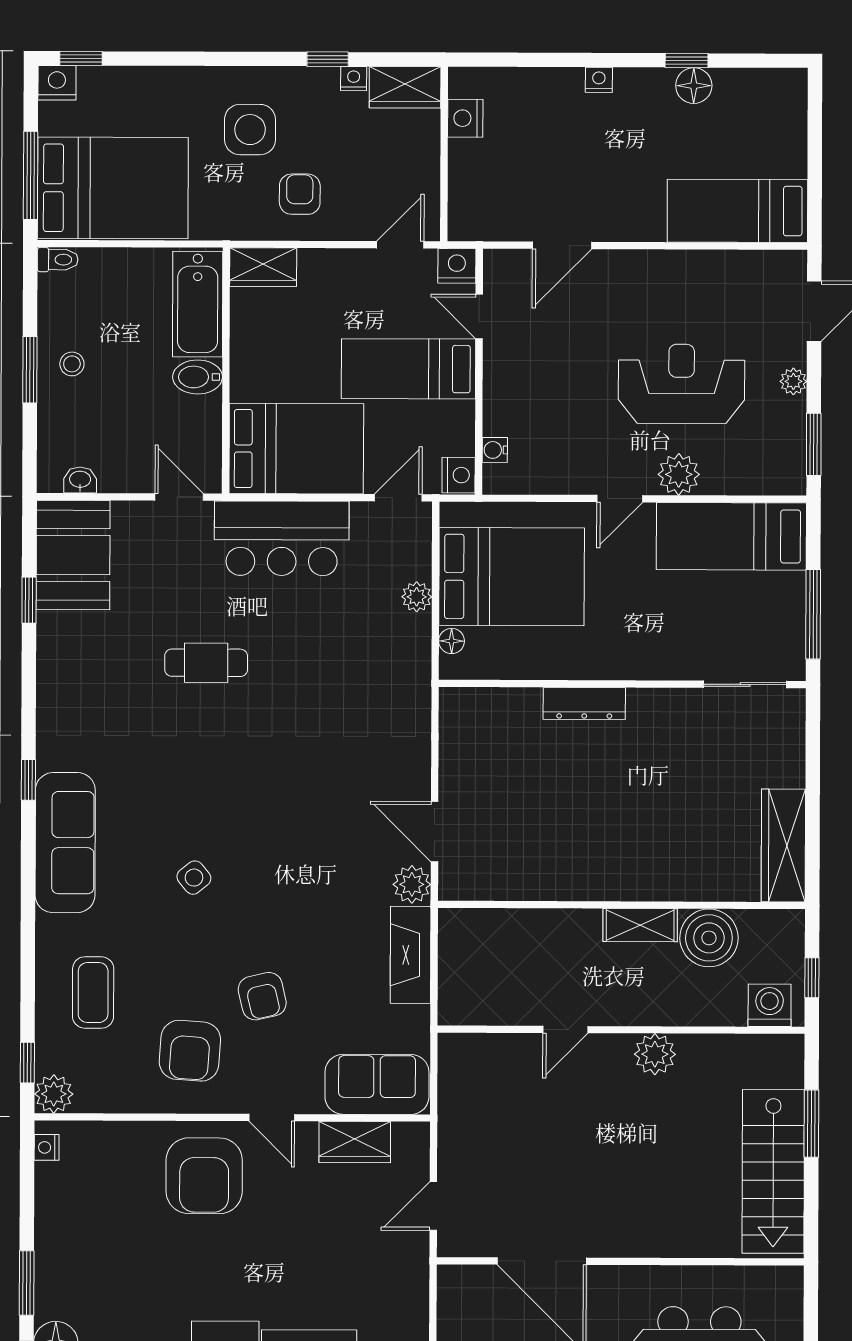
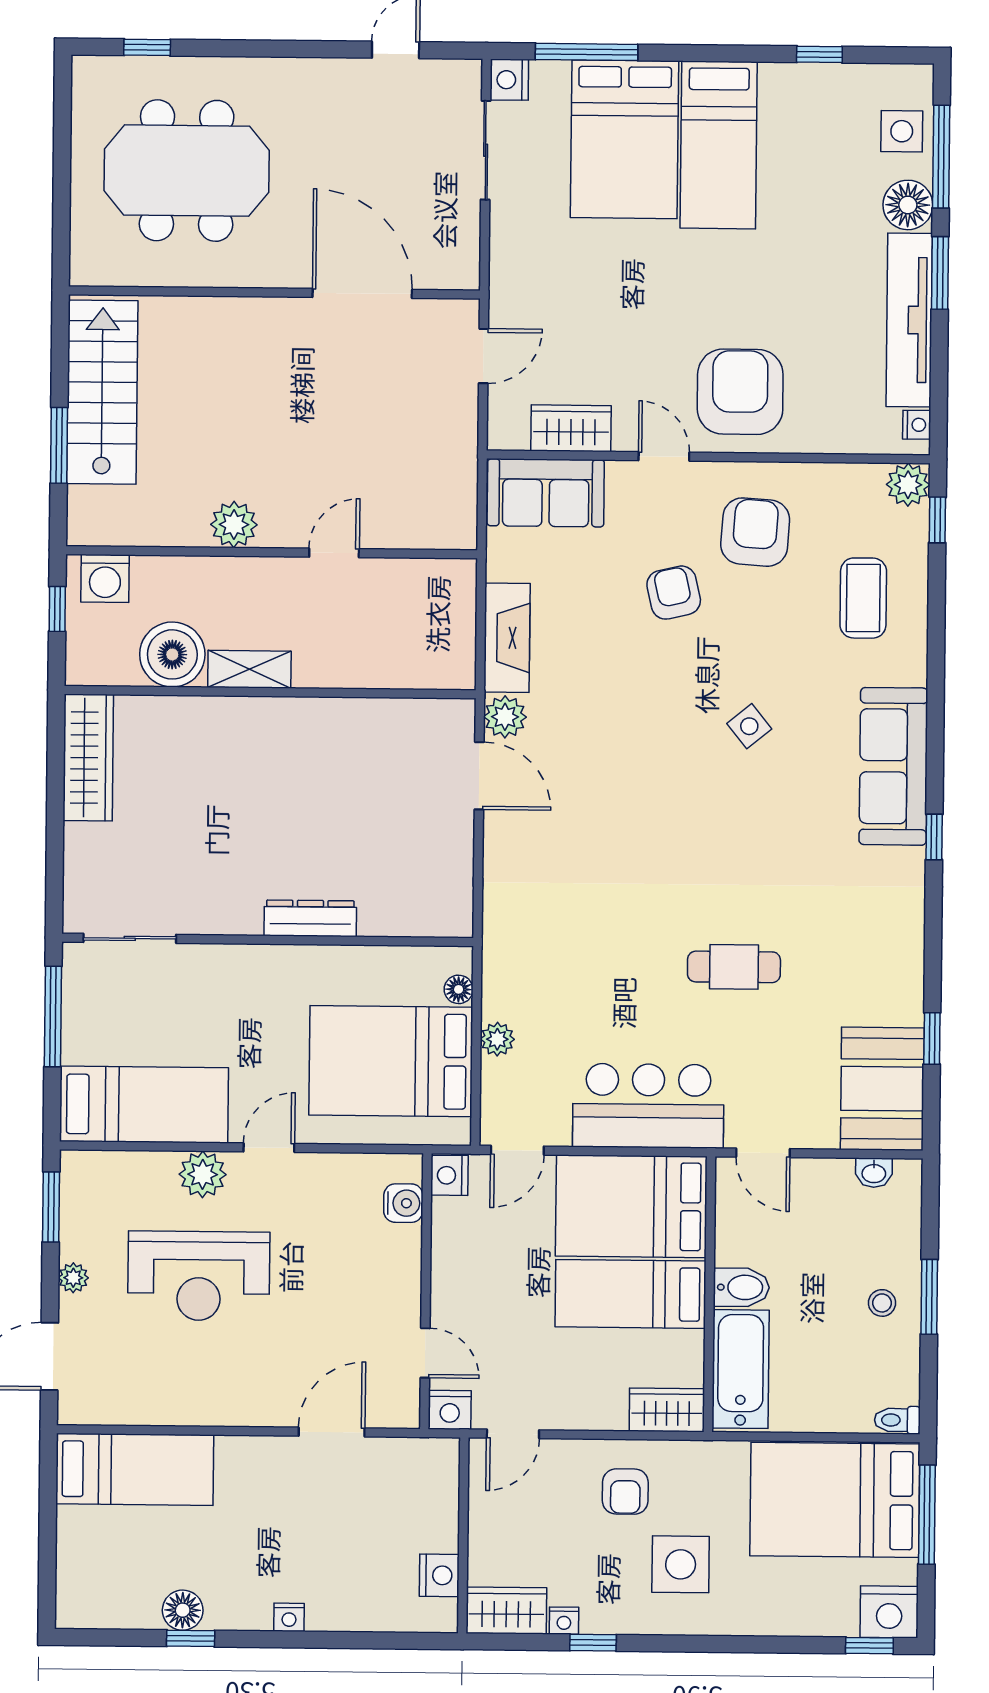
nightstand: (57, 83) -> (889, 1612), width x1.36, depth x1.33
bed: (408, 369) -> (630, 1294), moved, turned 180
water cooler: (495, 450) -> (403, 1203), width x1.38, depth x1.38
tv unit: (54, 1241) -> (909, 320), added

